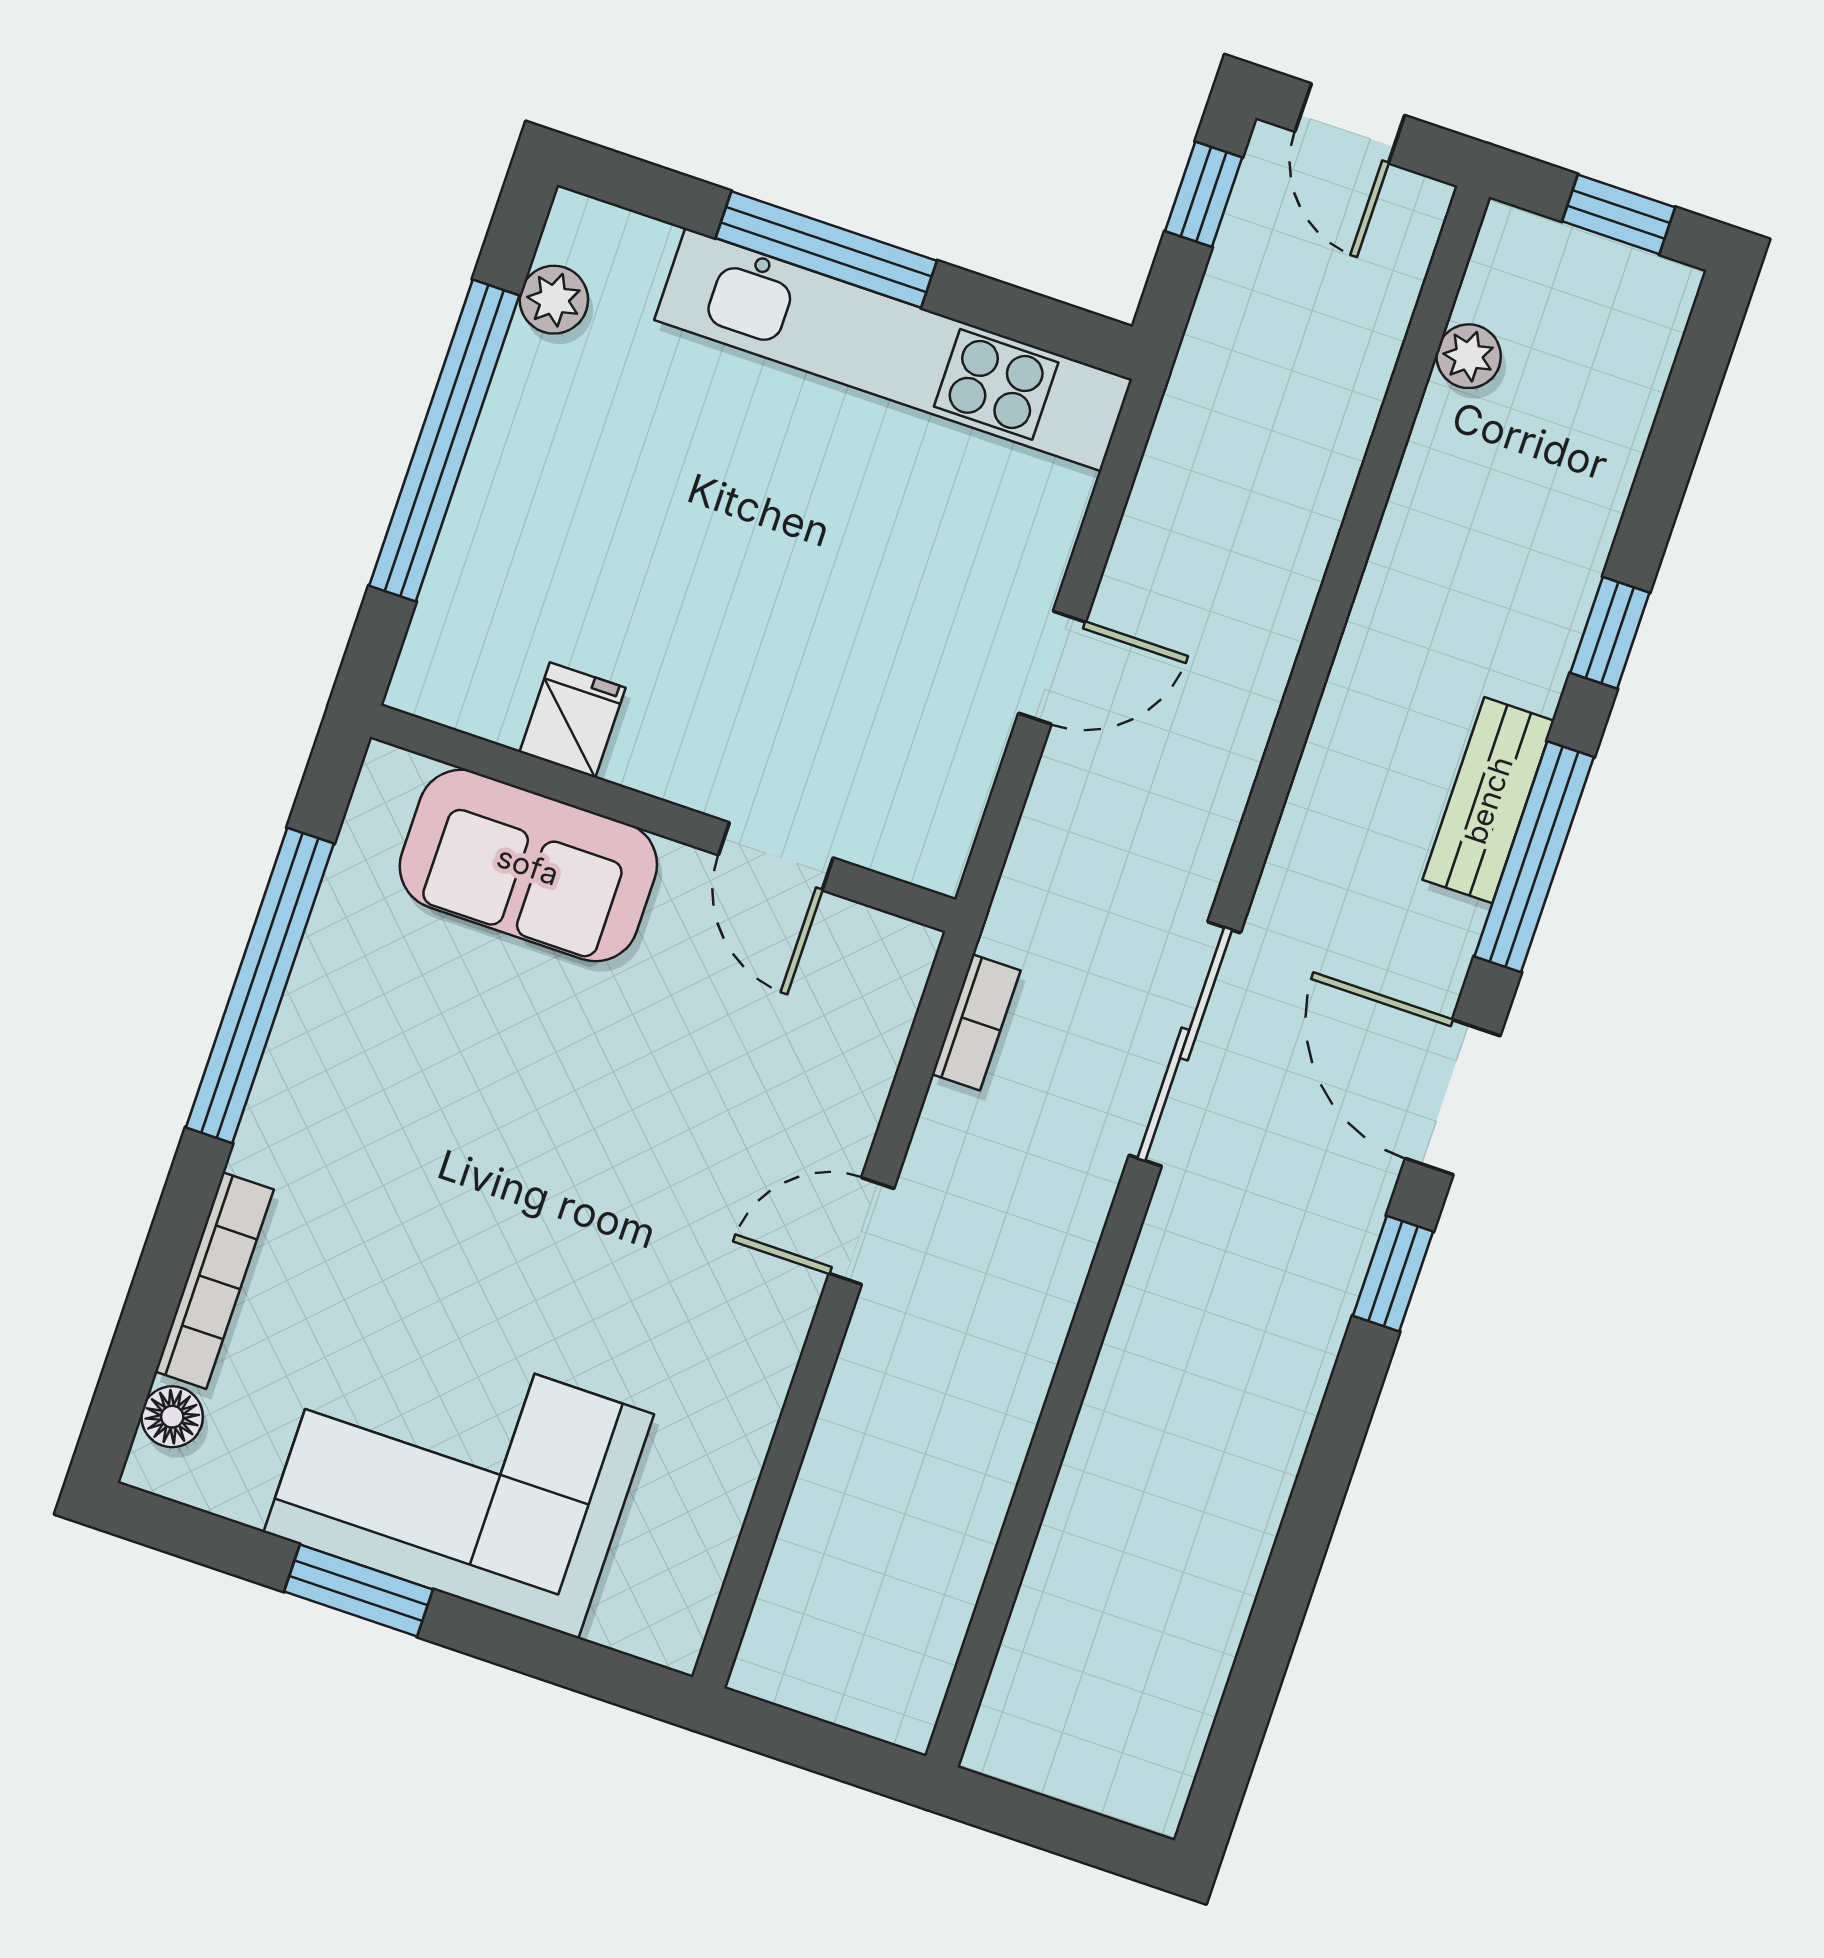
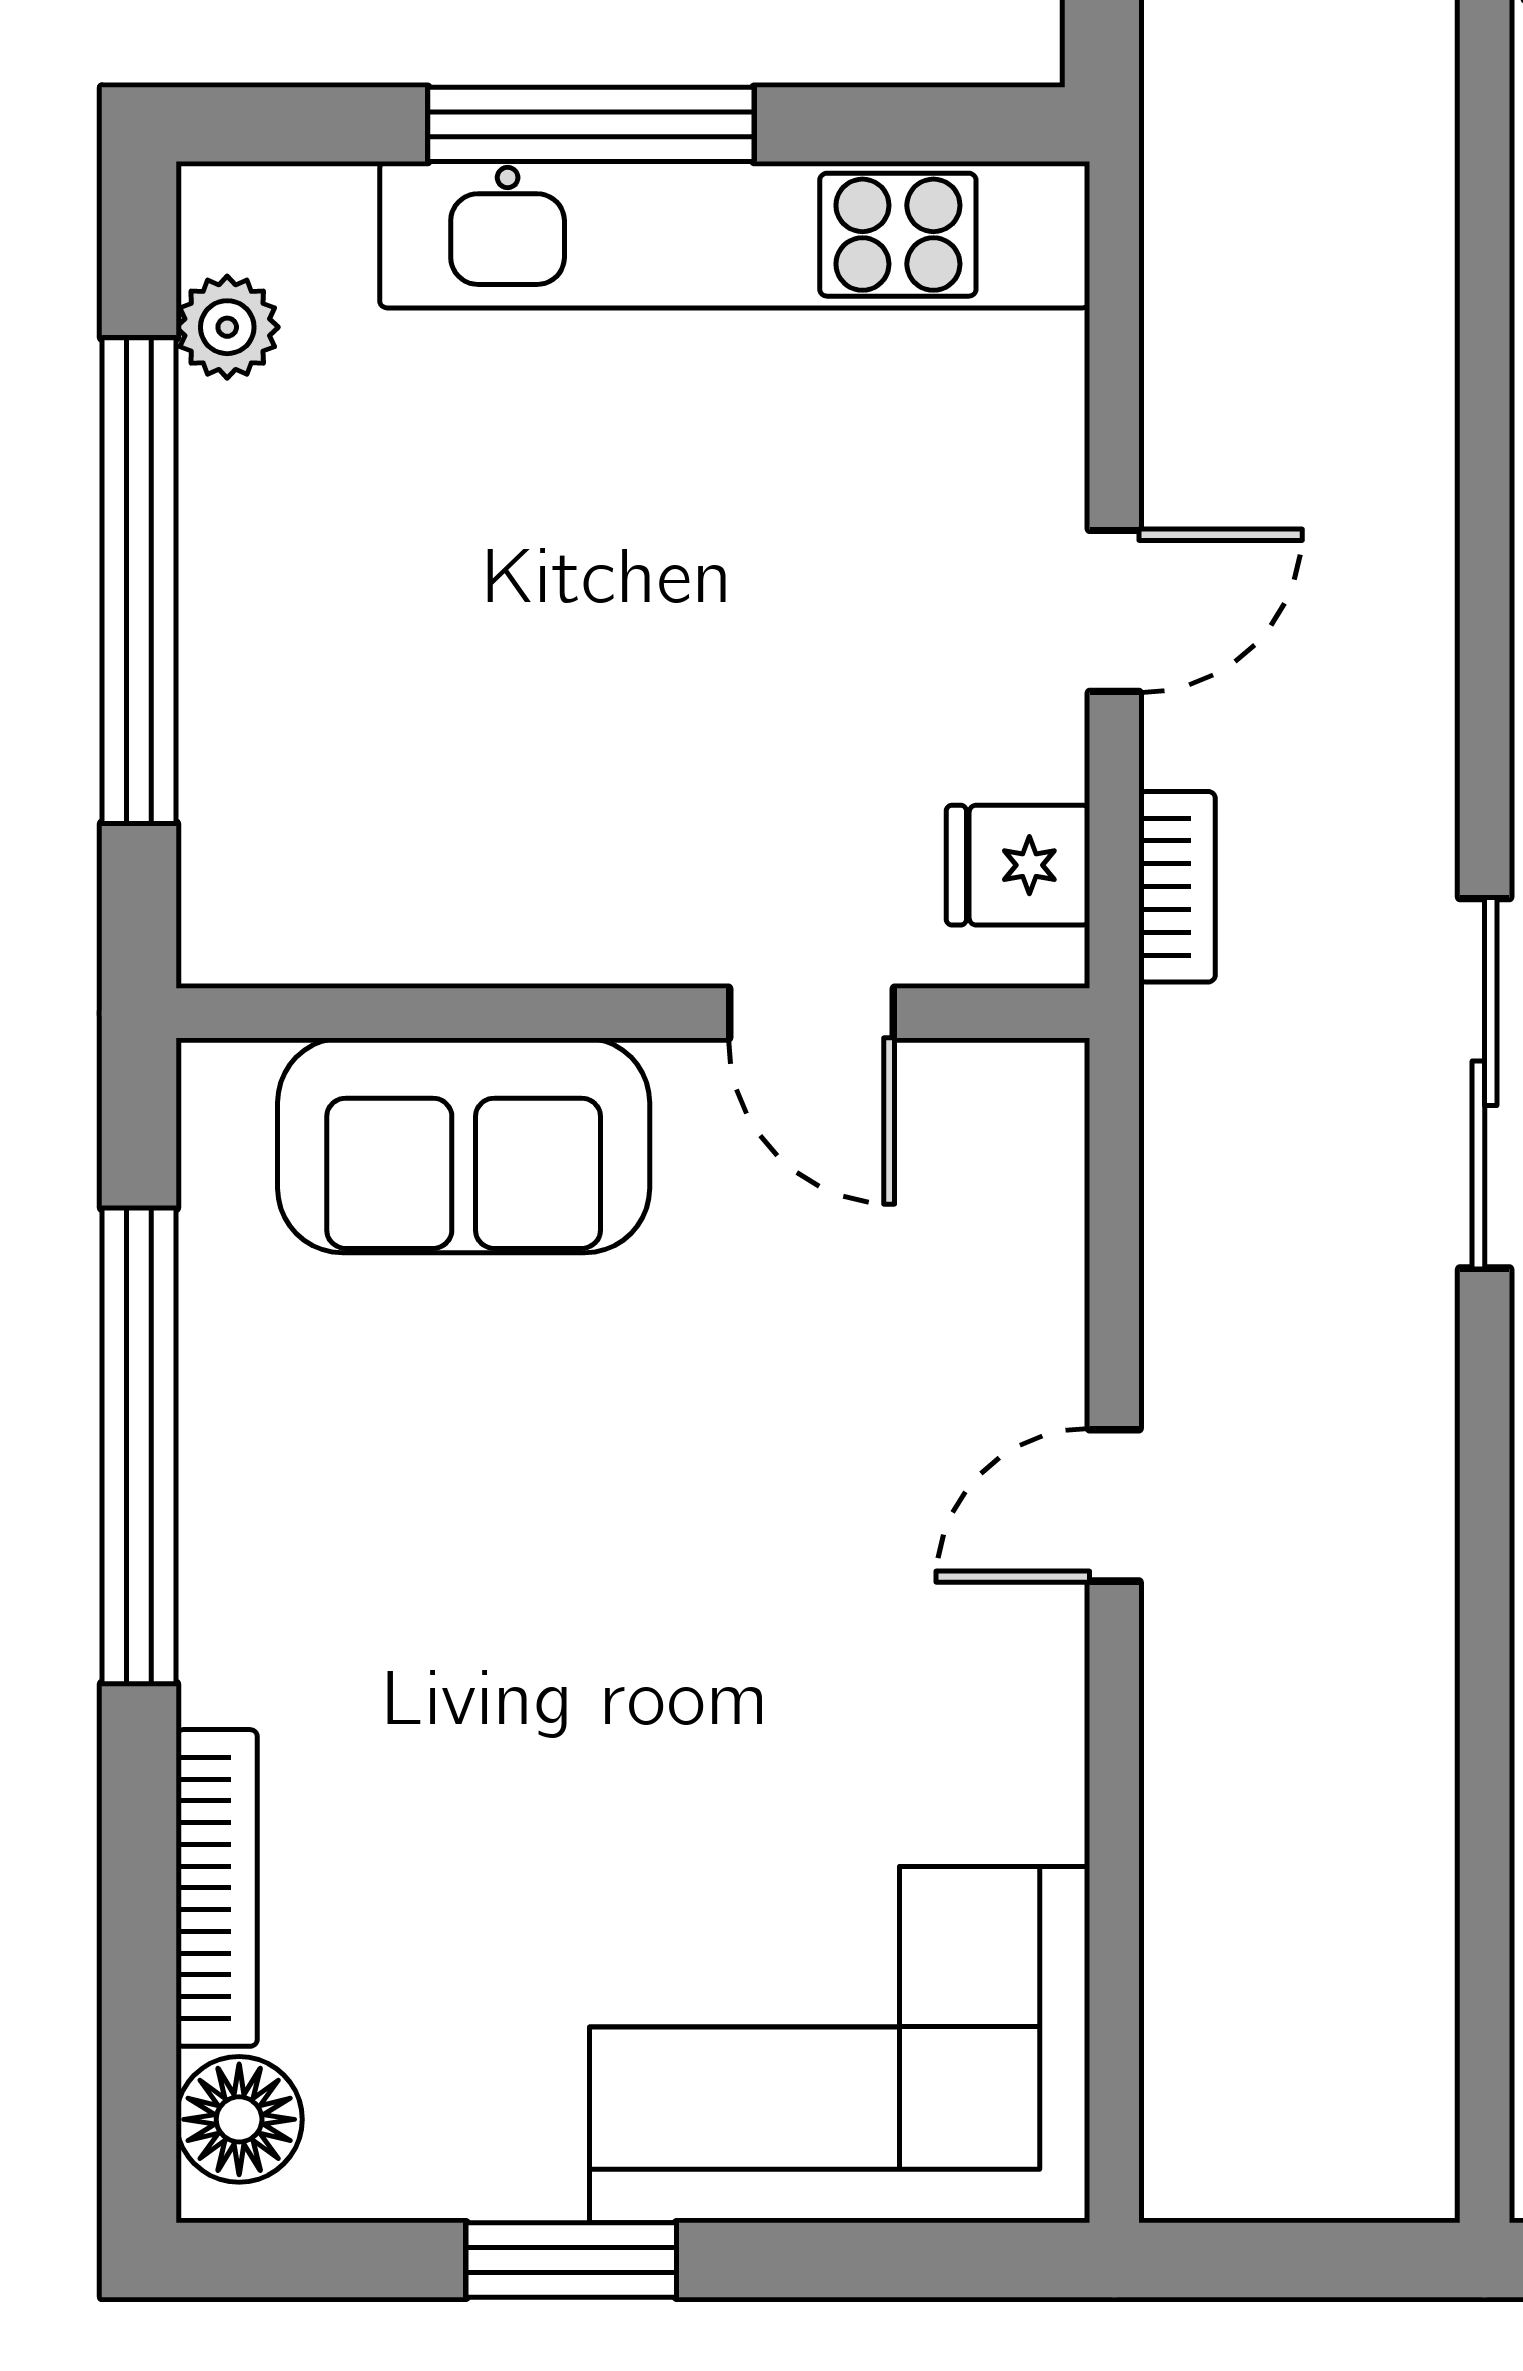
fridge: (573, 720) -> (1018, 865), moved, turned -90
bookcase: (976, 1022) -> (1177, 887), moved
floor lamp: (172, 1417) -> (239, 2119), width x1.37, depth x1.37
corner sofa: (459, 1473) -> (840, 2045), moved

